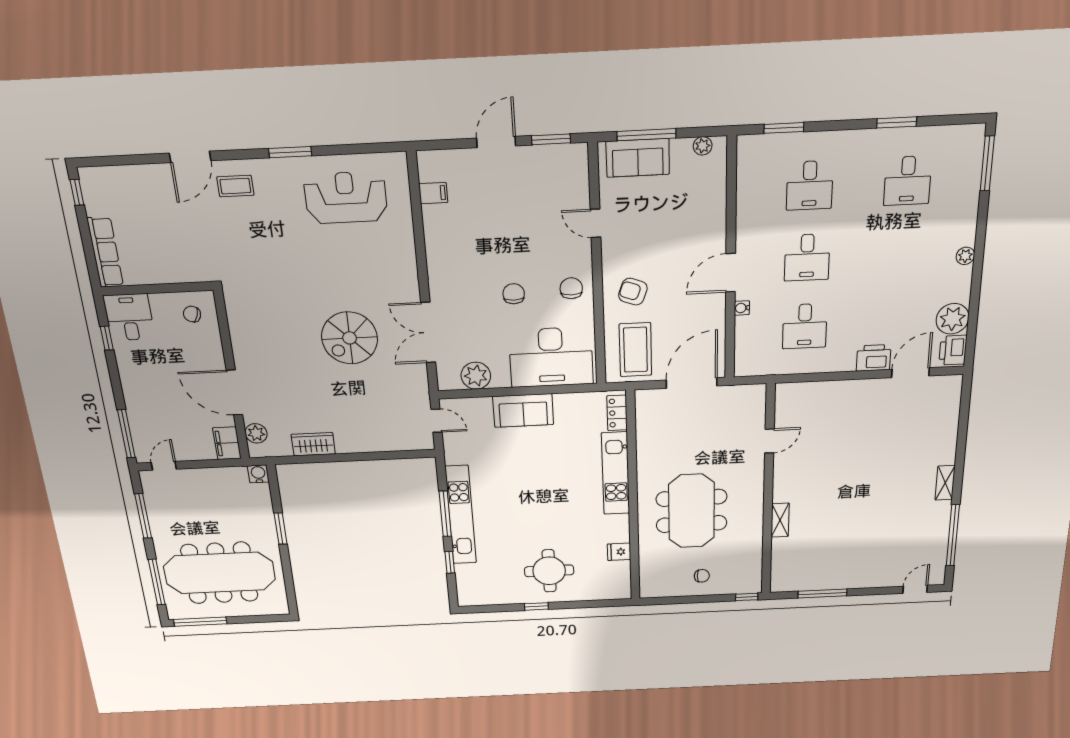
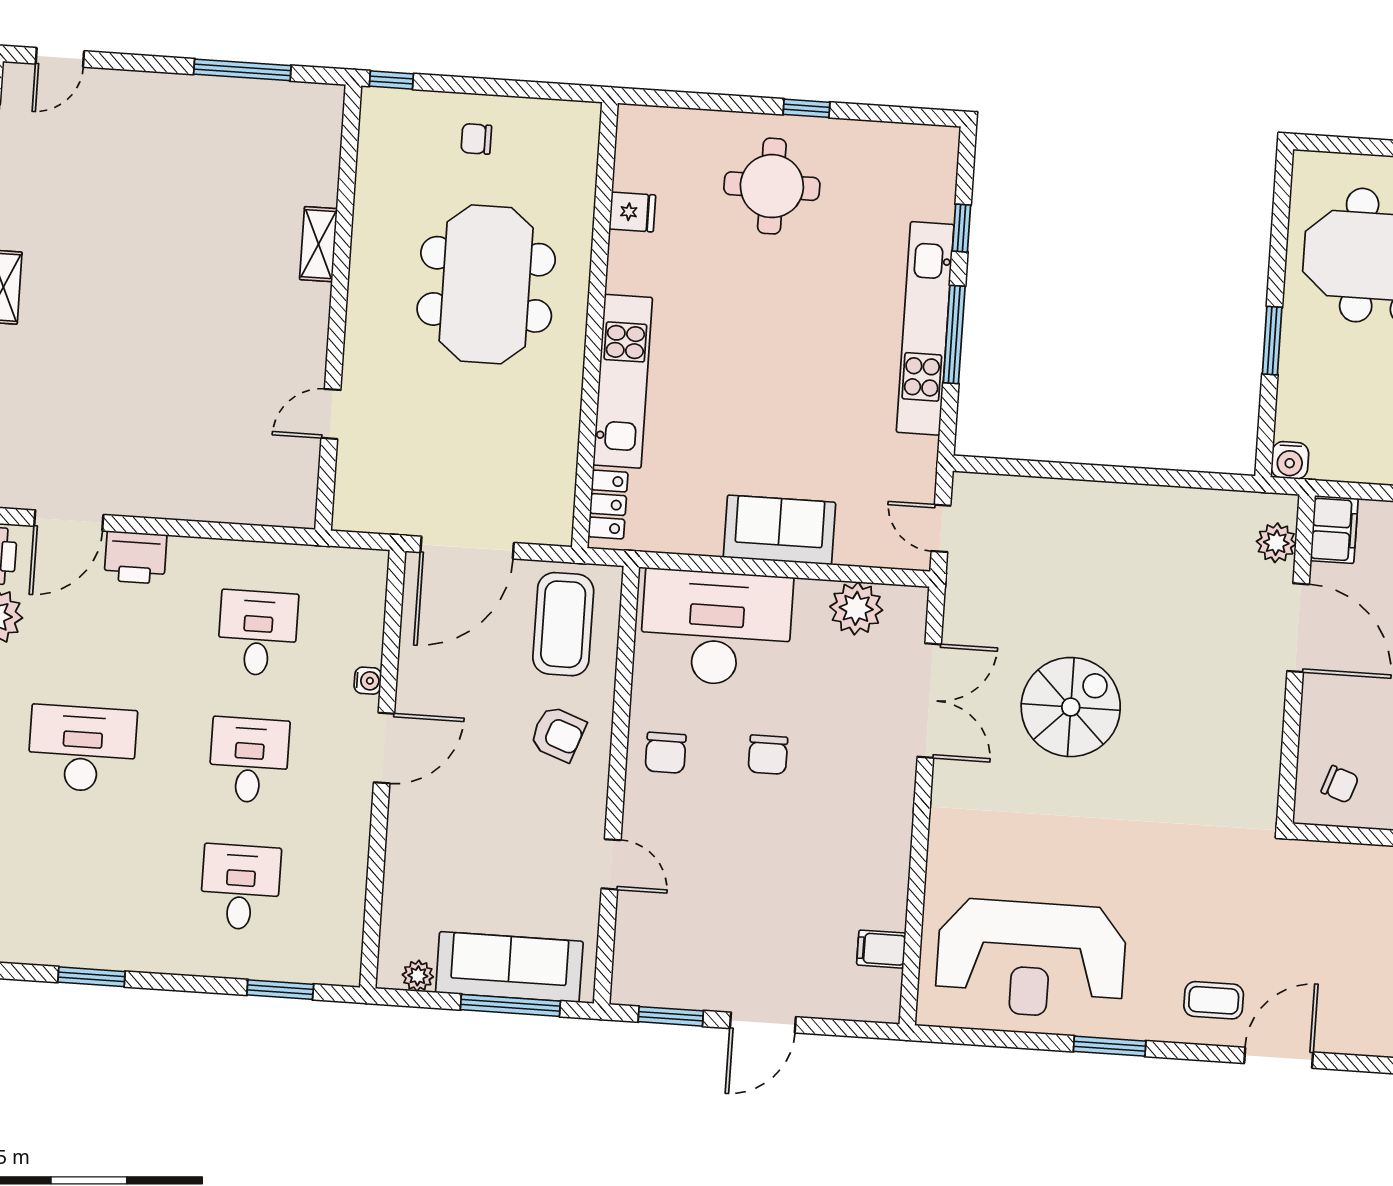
sofa: (638, 158) -> (509, 967), width x1.36
desk: (908, 181) -> (82, 749), moved, width x1.37
reception desk: (346, 198) -> (1031, 959), width x1.36, depth x1.30
wardrobe: (313, 444) -> (1176, 508), removed

